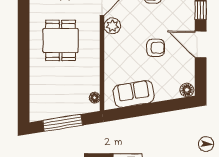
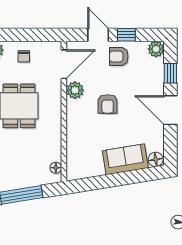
armchair: (156, 48) -> (108, 104), moved, turned 90
sofa: (134, 94) -> (125, 159), moved

